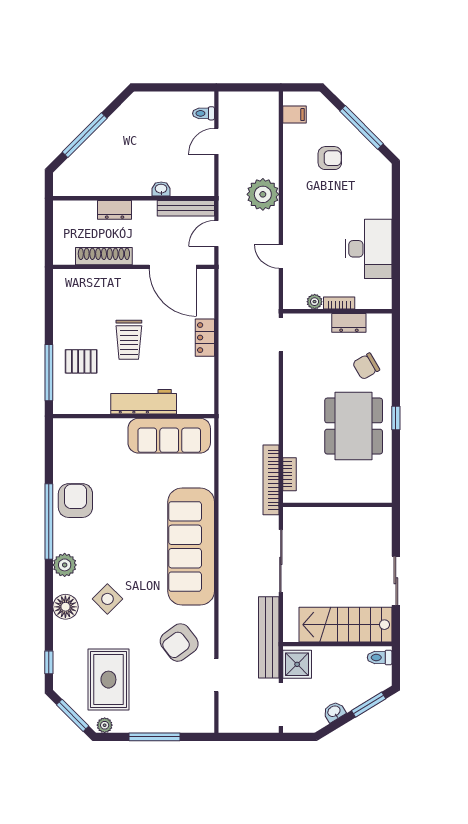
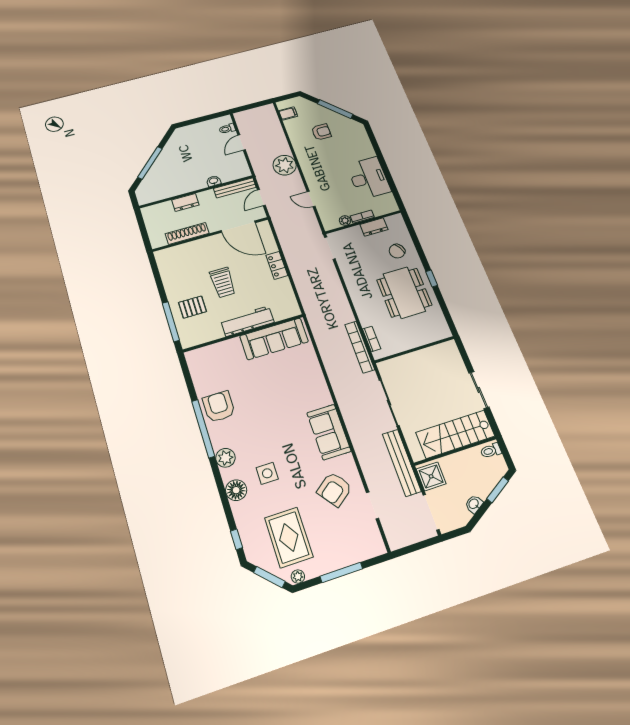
sofa: (191, 547) -> (329, 432), width x0.54, depth x0.79
side table: (107, 599) -> (267, 473), turned 45

